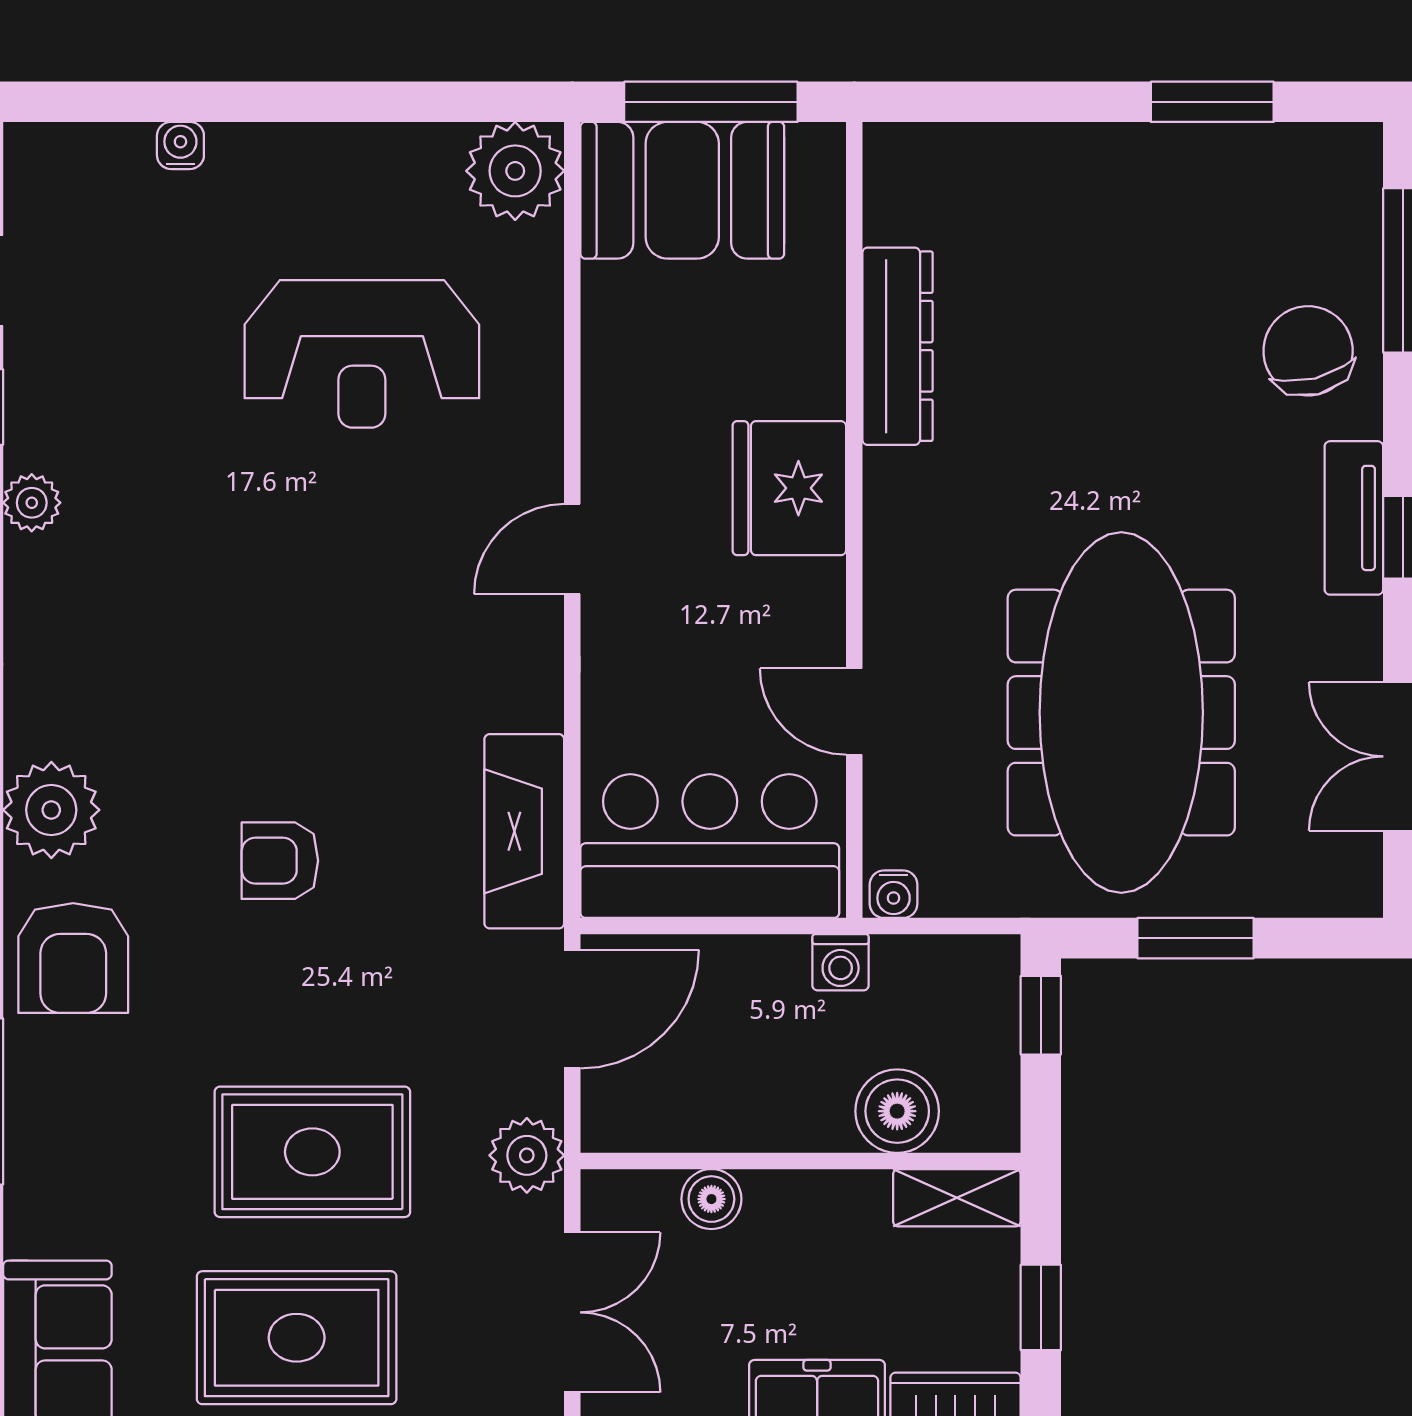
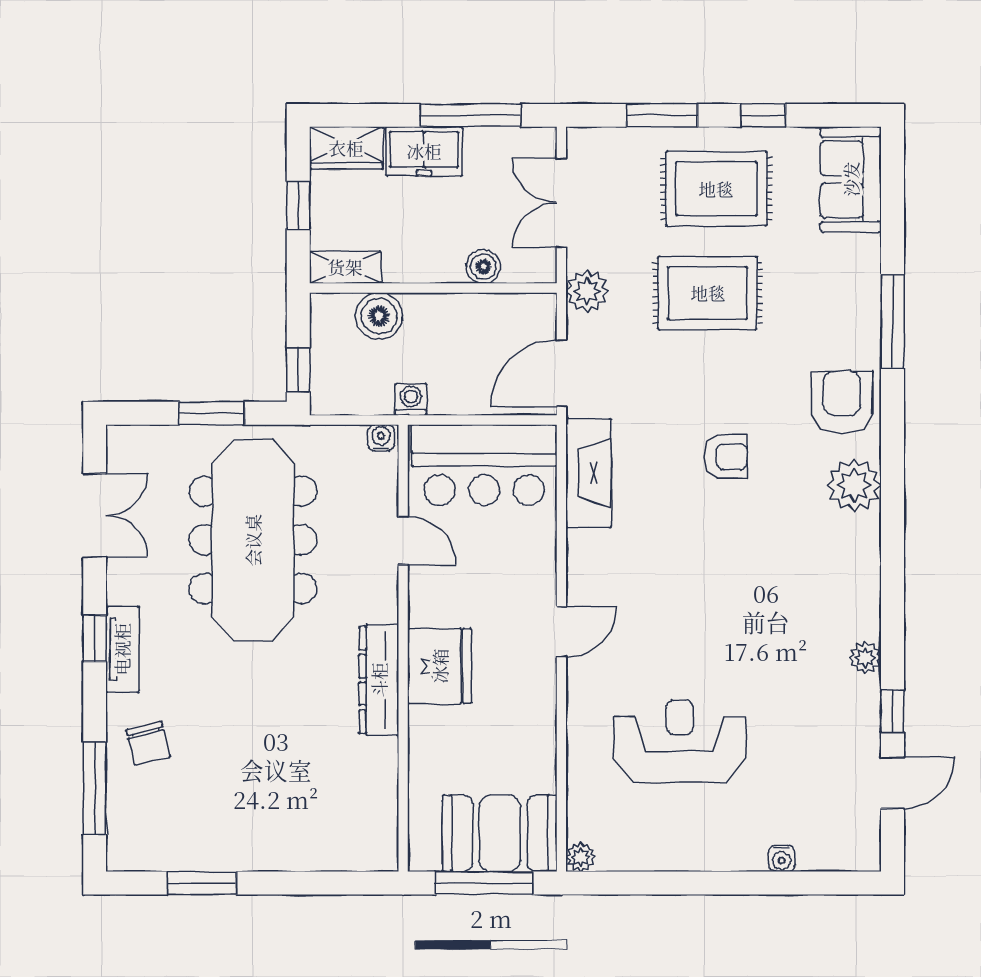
plant: (515, 171) -> (581, 857), width x0.53, depth x0.53
dresser: (897, 346) -> (379, 680), moved
chair: (1308, 351) -> (148, 743), width x0.73, depth x0.73

